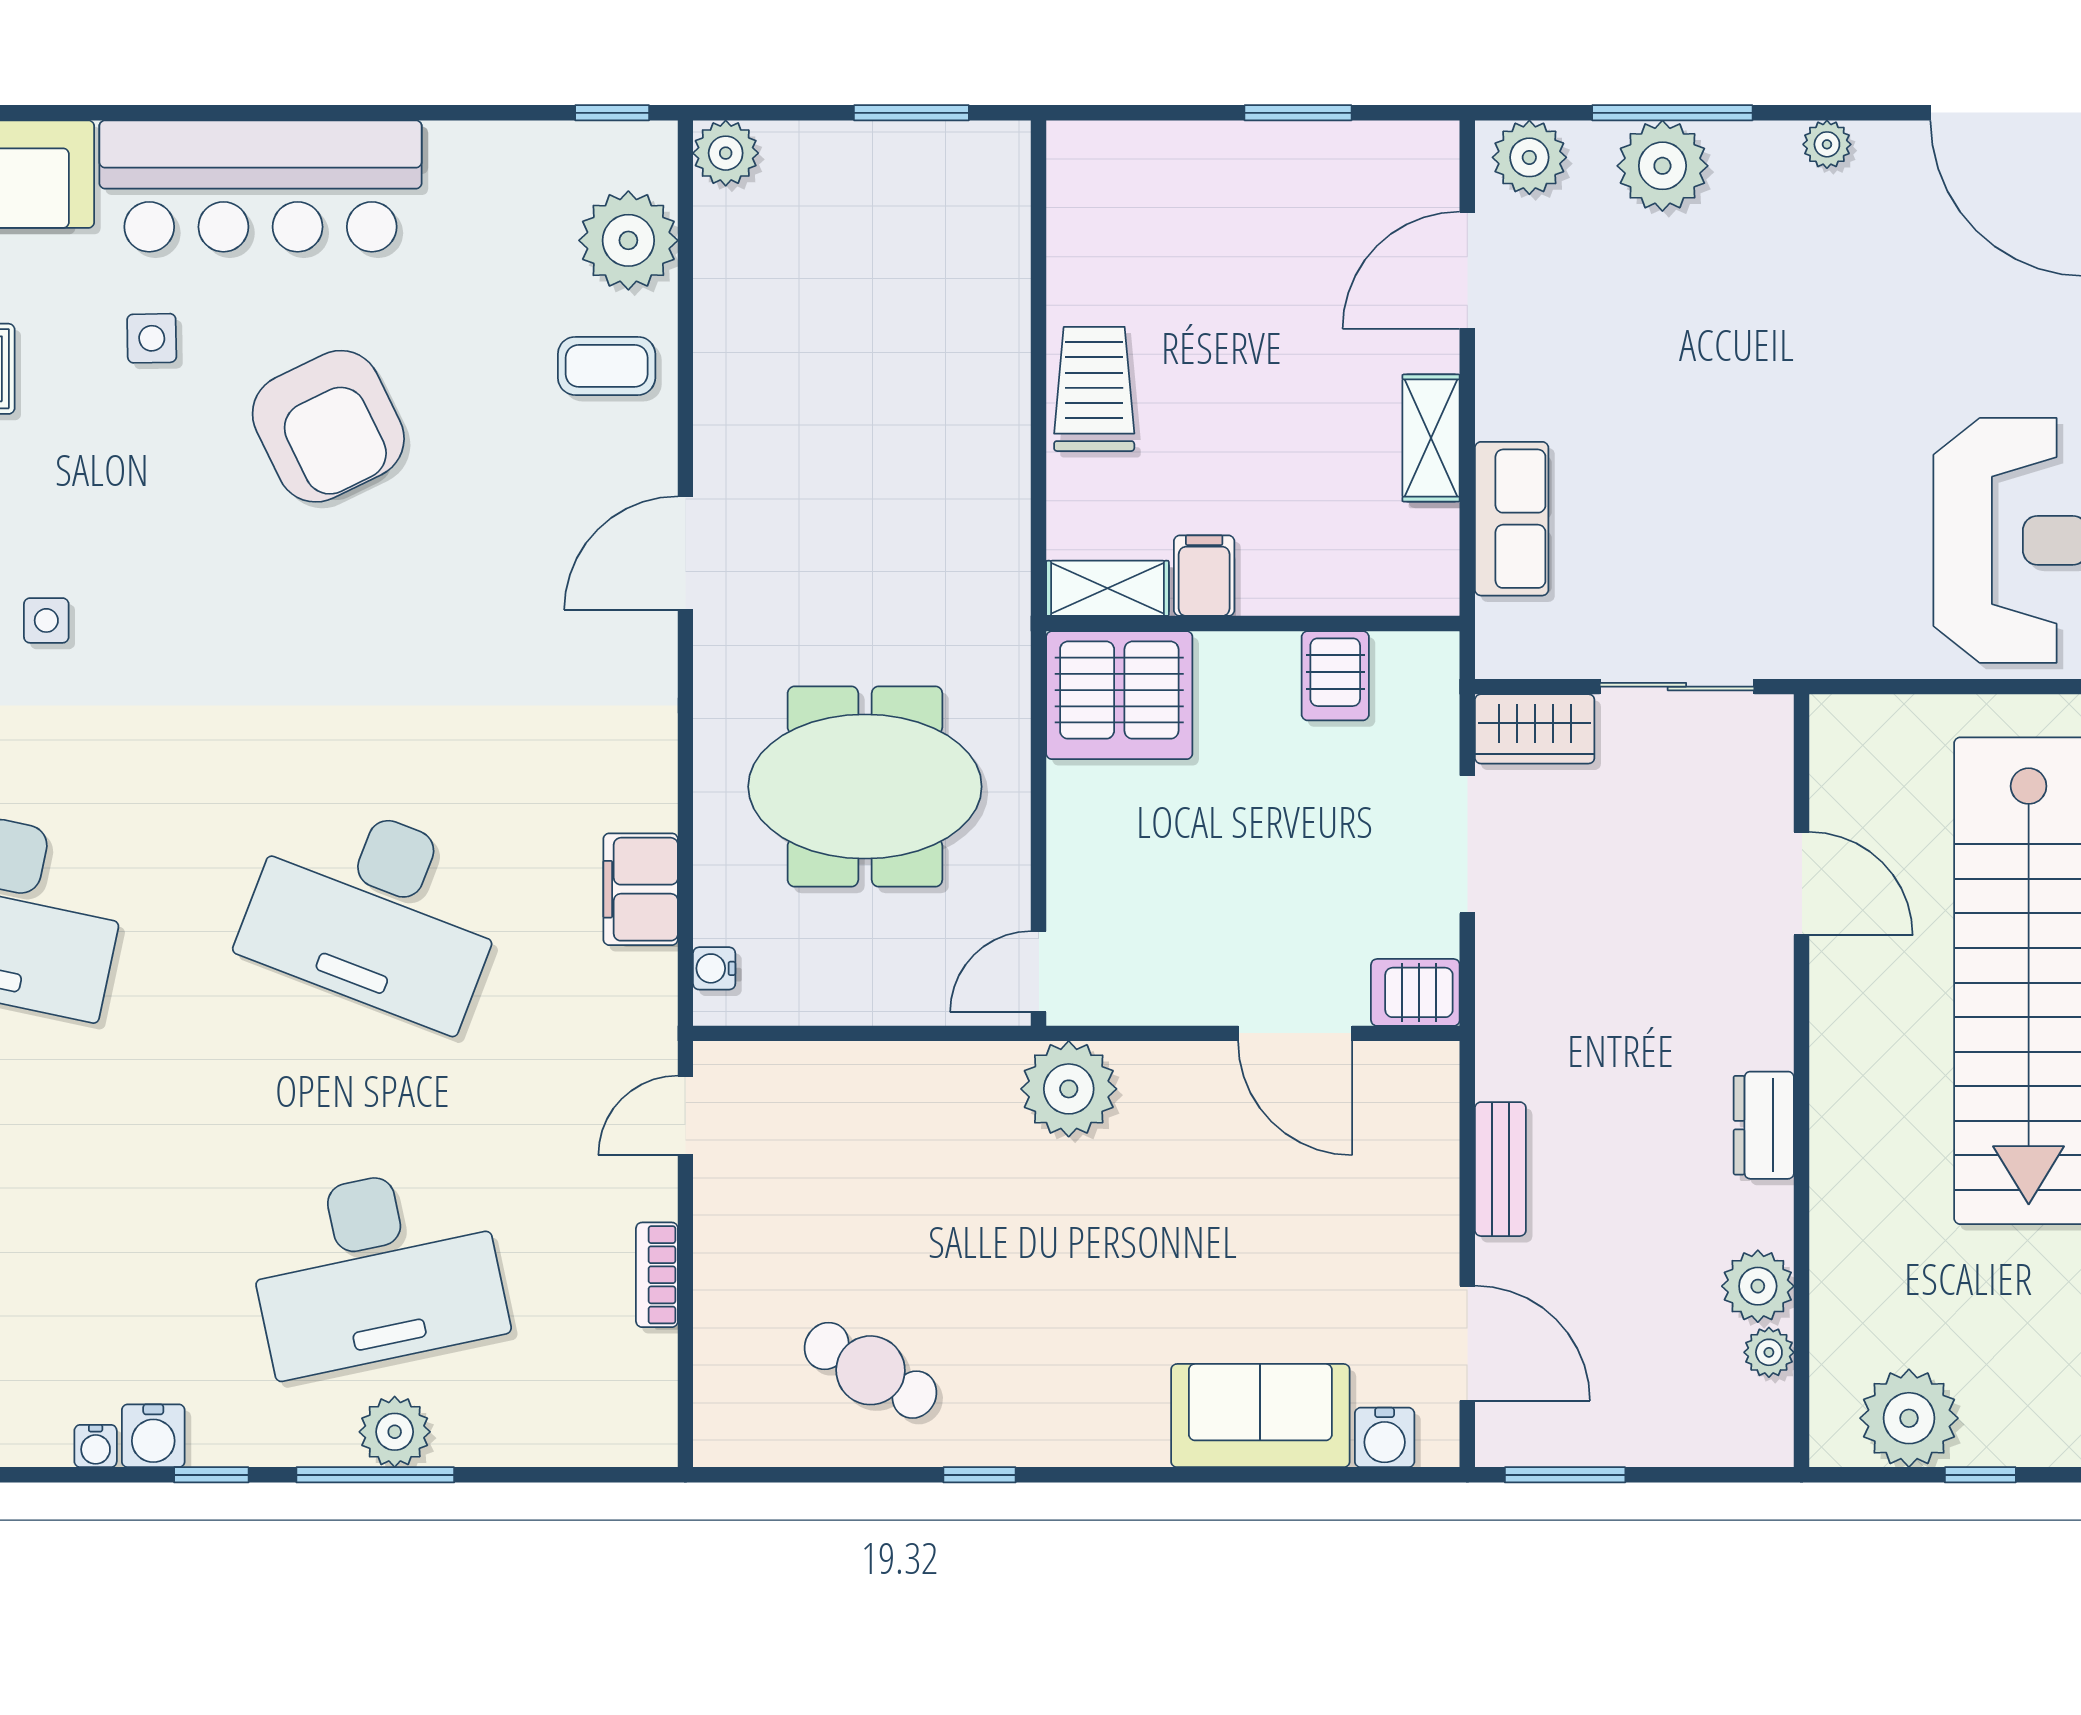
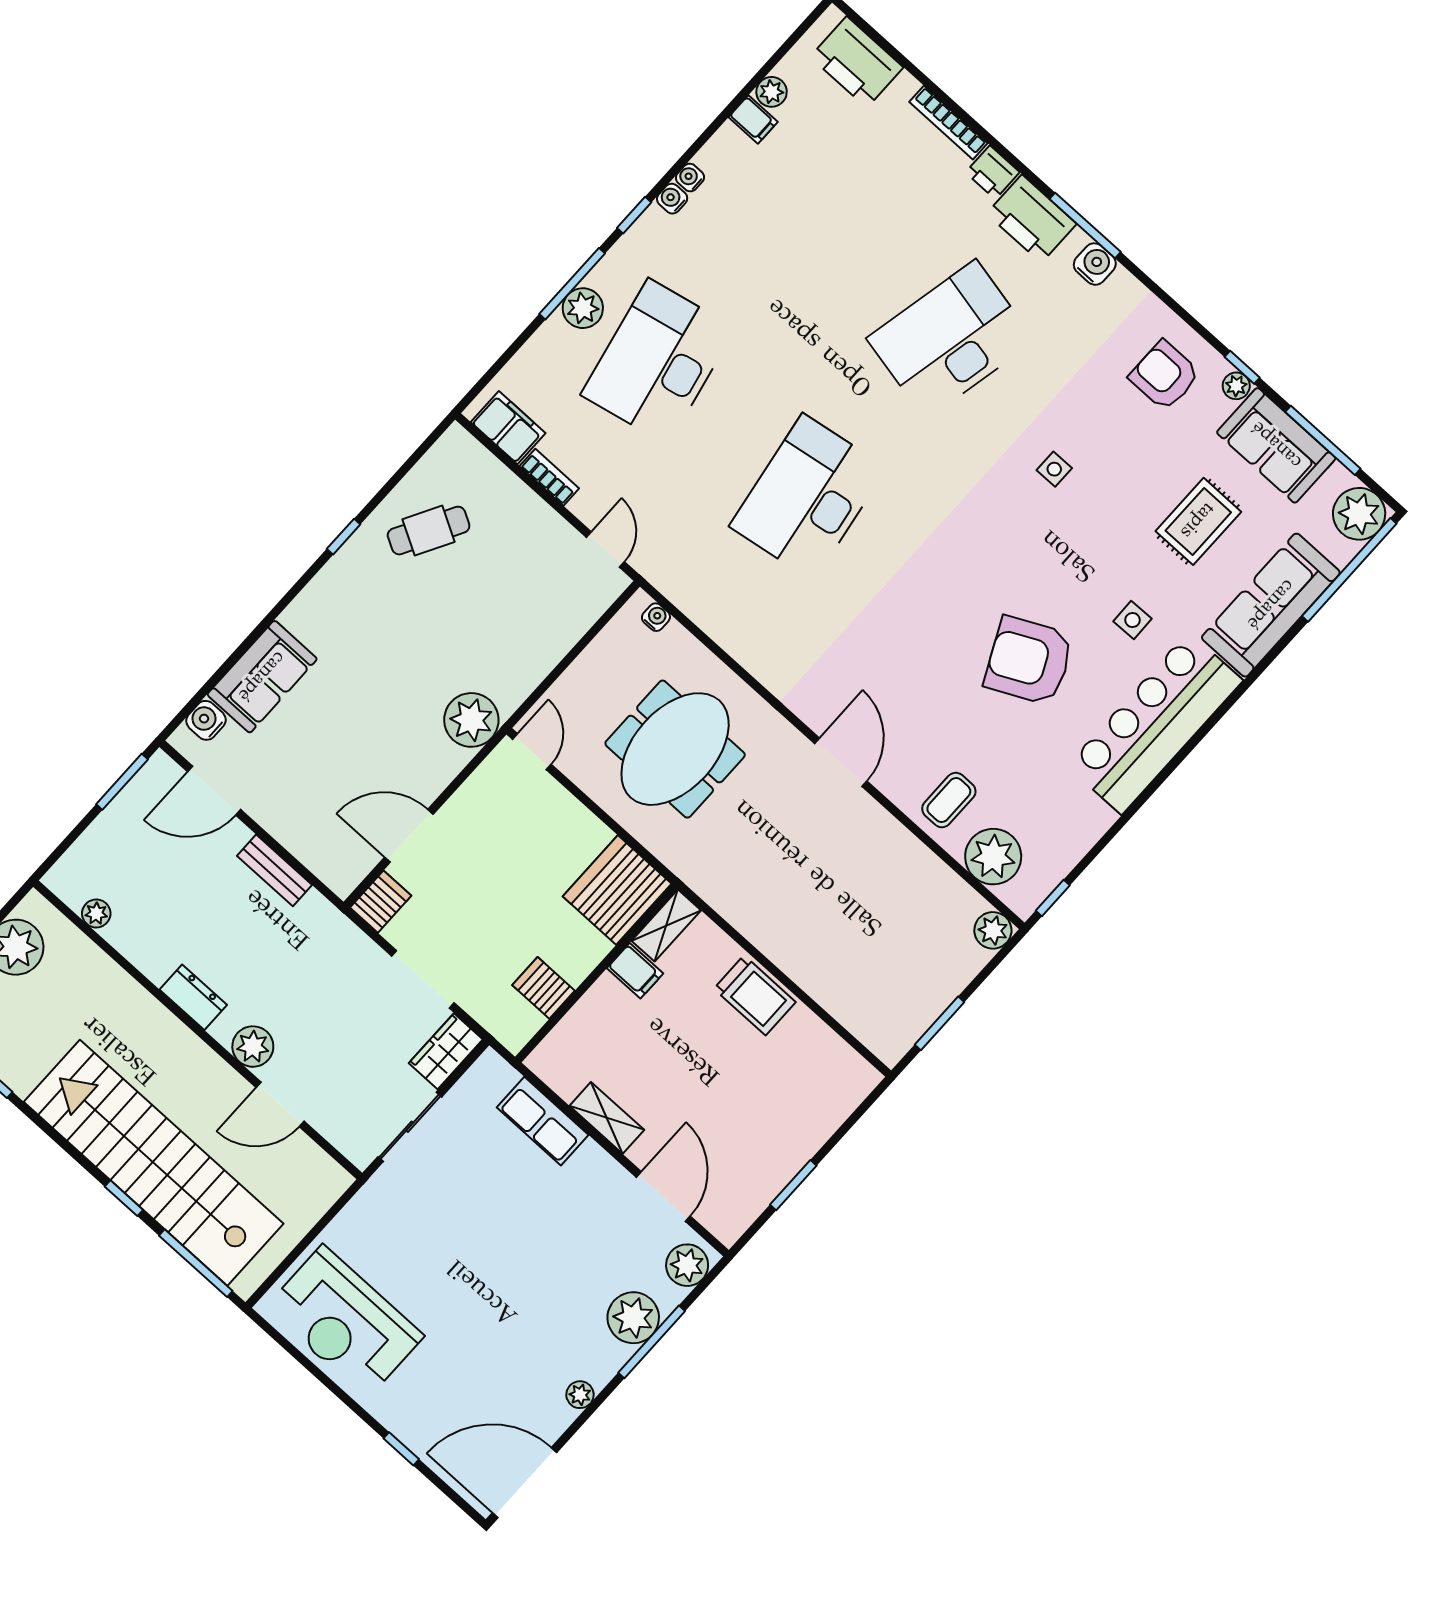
filing cabinet: (641, 889) -> (508, 428), moved
desk: (376, 911) -> (808, 497), turned -30
plant: (1758, 1286) -> (253, 1047), moved
water cooler: (153, 1436) -> (672, 199), width x0.72, depth x0.72

